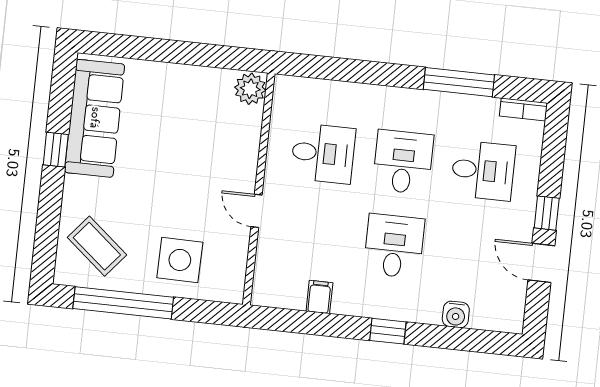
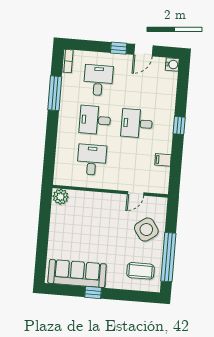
door: (256, 211) -> (136, 193), moved
coffee table: (97, 246) -> (140, 271), turned 50
side table: (180, 260) -> (146, 230), turned -36
water cooler: (456, 314) -> (172, 64), moved

